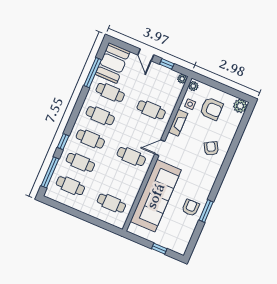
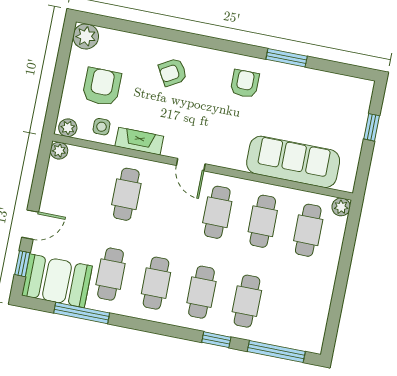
window: (167, 64) -> (22, 264), moved
cafe table: (70, 186) -> (263, 221), moved
sofa: (156, 196) -> (293, 162), width x0.74, depth x0.79
armchair: (191, 208) -> (245, 84), moved, turned 90
plant: (120, 223) -> (341, 207), added

